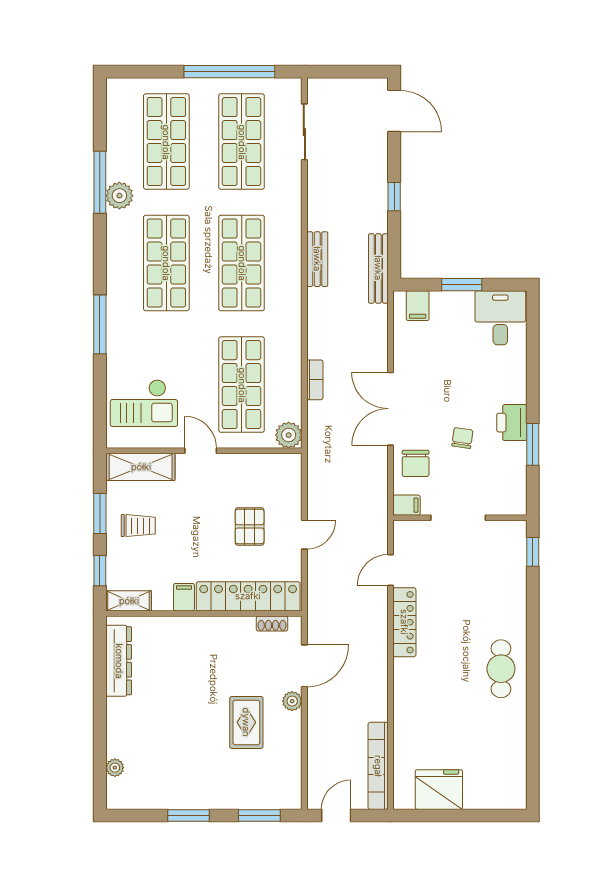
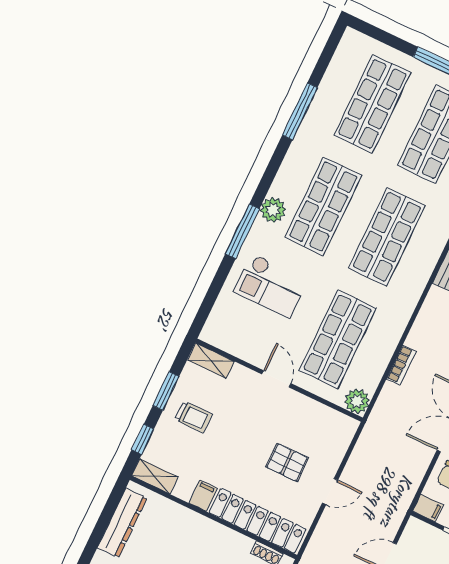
plant: (119, 196) -> (273, 210), moved
checkout: (144, 403) -> (271, 285), moved
shelving: (141, 467) -> (211, 361), width x0.67, depth x0.75
pallet: (250, 526) -> (287, 462), turned 90

